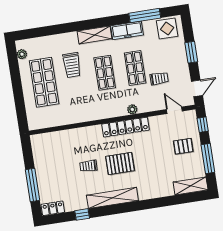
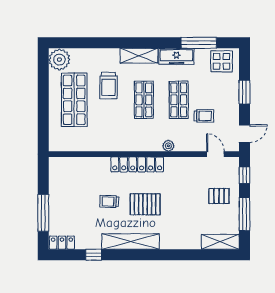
plant: (22, 54) -> (59, 60), width x1.87, depth x1.87
locker: (125, 127) -> (137, 164), moved

